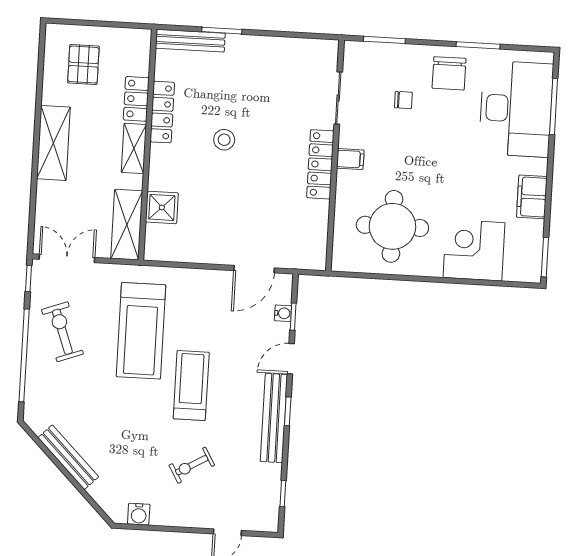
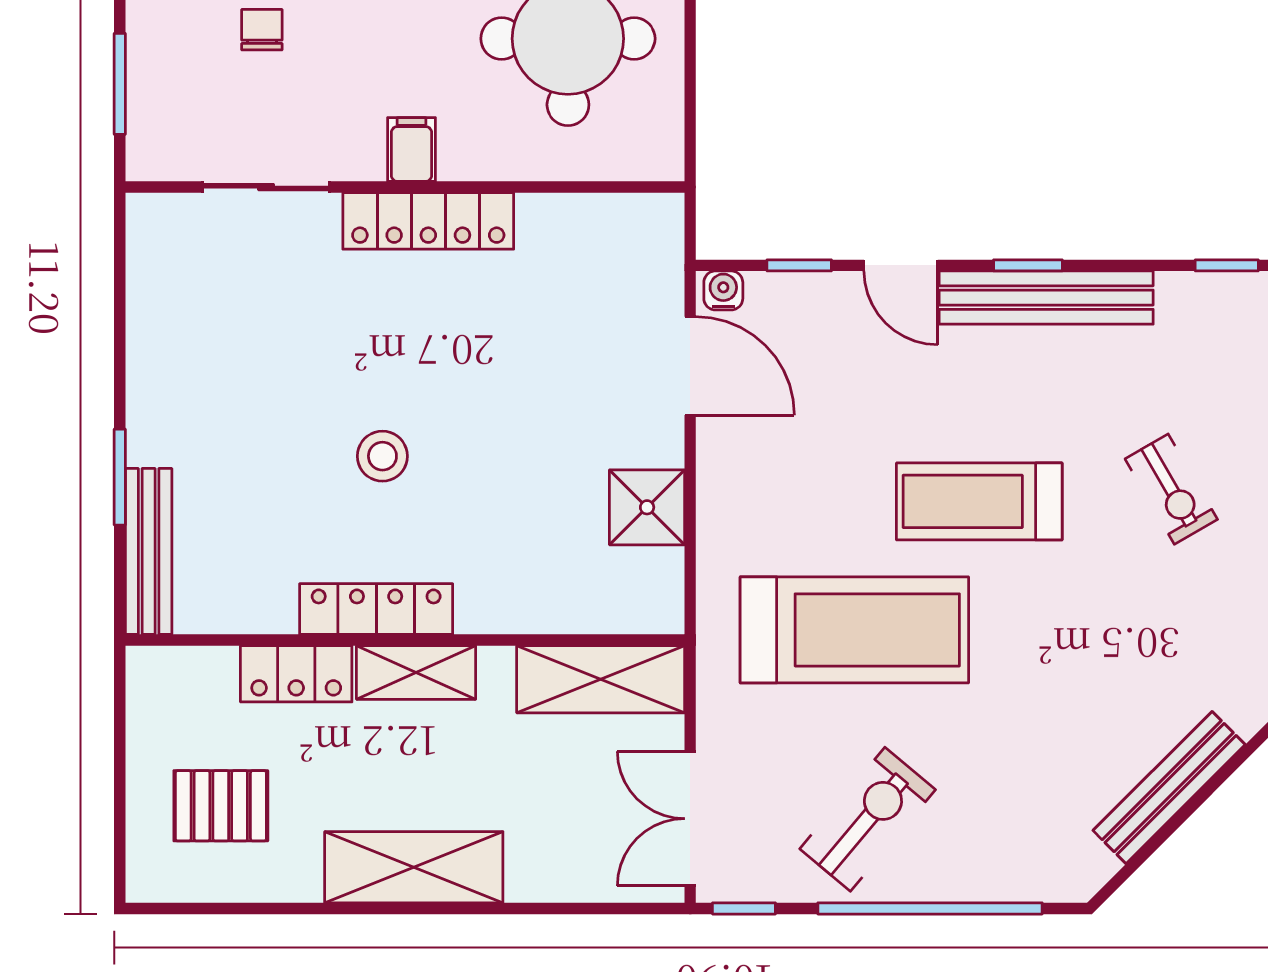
locker: (162, 112) -> (376, 609), moved
shower: (162, 207) -> (647, 507), moved
water cooler: (283, 313) -> (723, 290), moved
exercise bike: (62, 332) -> (868, 819), turned 150

